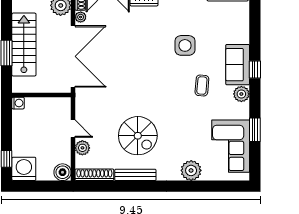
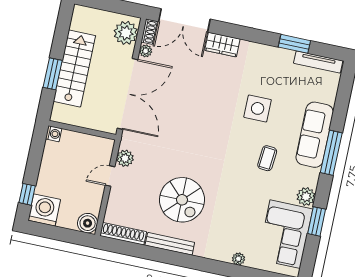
sofa: (238, 65) -> (315, 135), width x1.36
window: (255, 70) -> (331, 153), width x2.17
plant: (241, 94) -> (306, 197), moved
door: (73, 129) -> (110, 176), swing flipped
plant: (82, 148) -> (125, 158), moved
plant: (191, 170) -> (238, 259), width x0.53, depth x0.53

